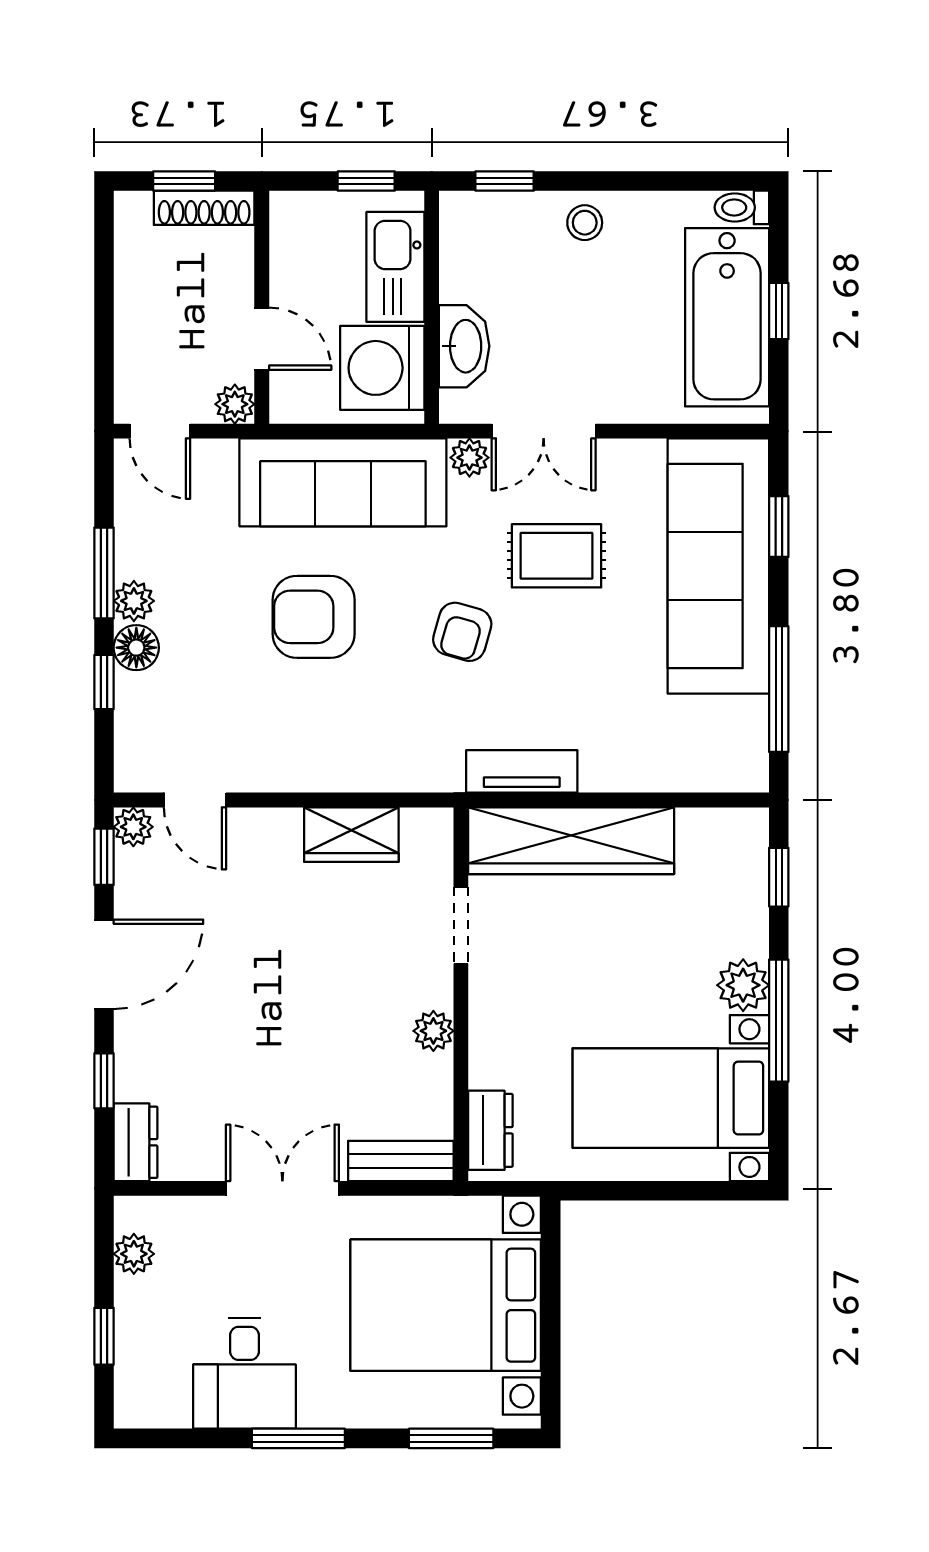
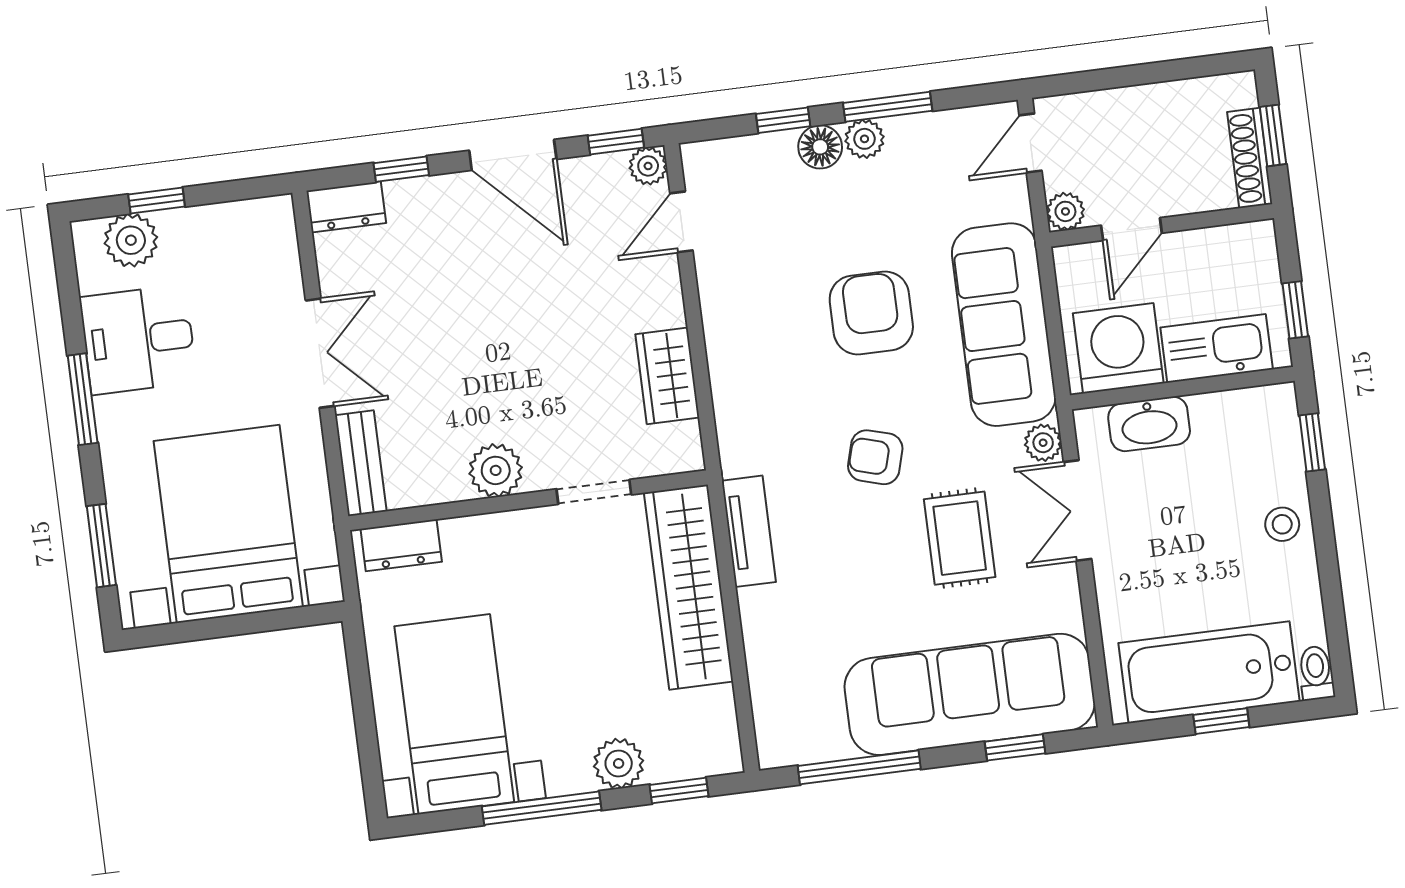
plant: (743, 985) -> (619, 763), moved
plant: (433, 1031) -> (496, 470), width x1.38, depth x1.38
plant: (134, 1254) -> (131, 240), moved, width x1.38, depth x1.38

